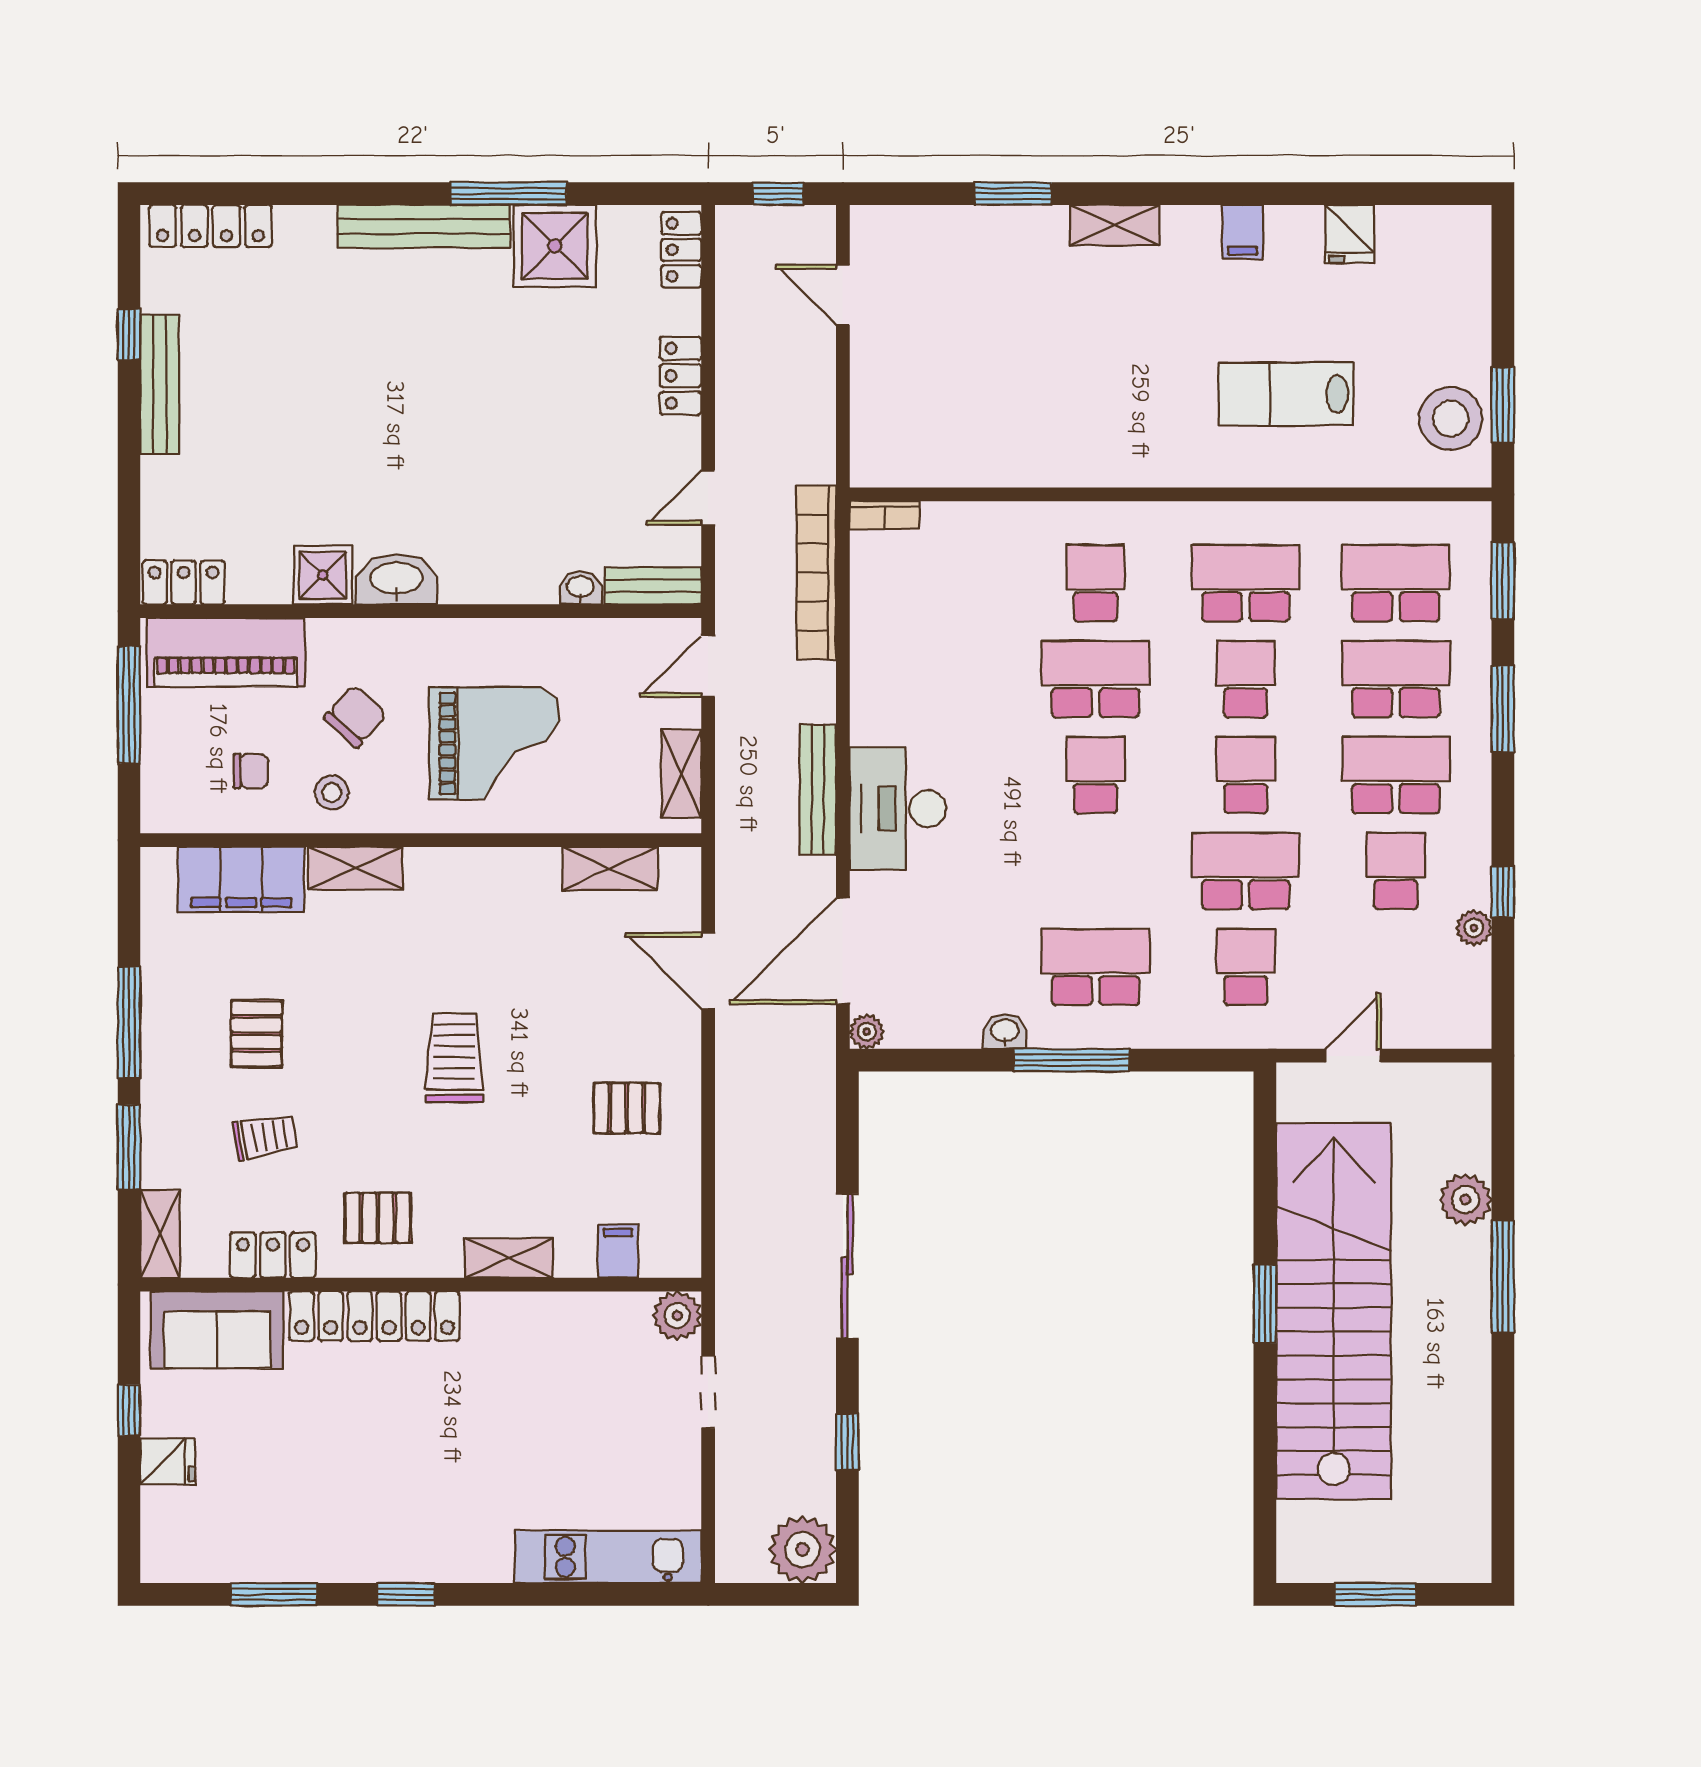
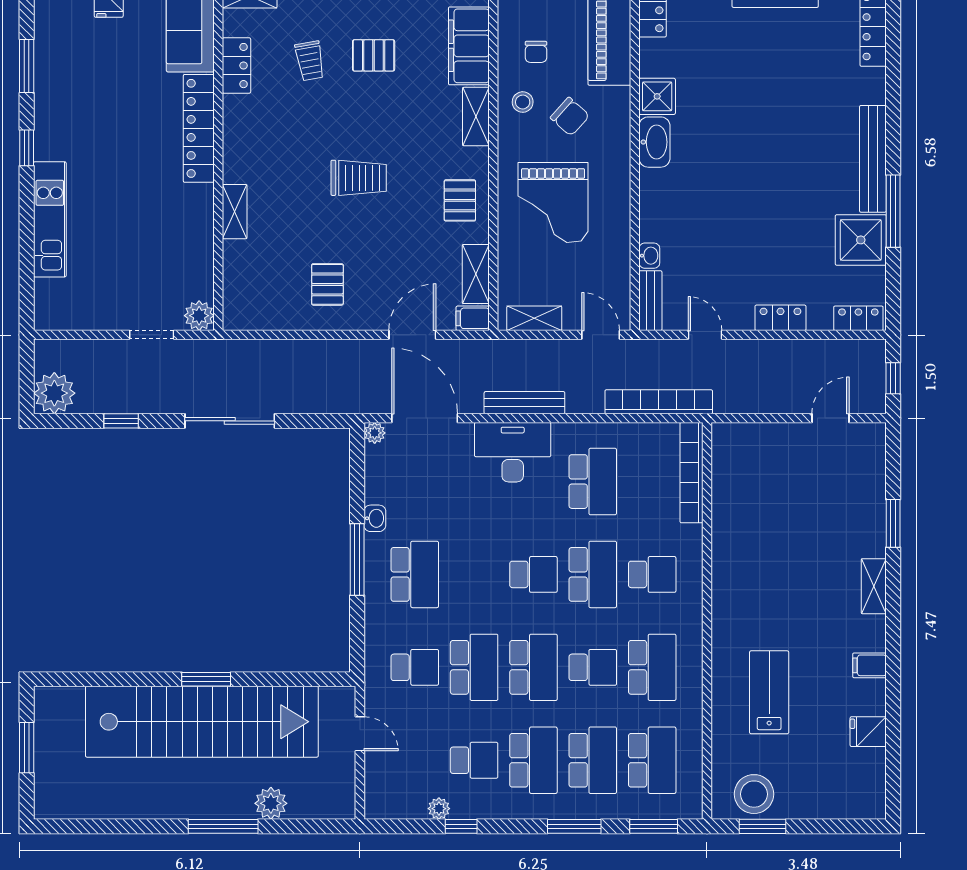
bookcase: (885, 515) -> (691, 473), width x2.31, depth x1.31
school desk: (945, 679) -> (593, 482), added
school desk: (1246, 775) -> (533, 667), width x1.85
pallet: (378, 1218) -> (460, 200), moved
filing cabinet: (618, 1251) -> (473, 318), moved, turned 180
kitchen unit: (608, 1557) -> (50, 219), moved

